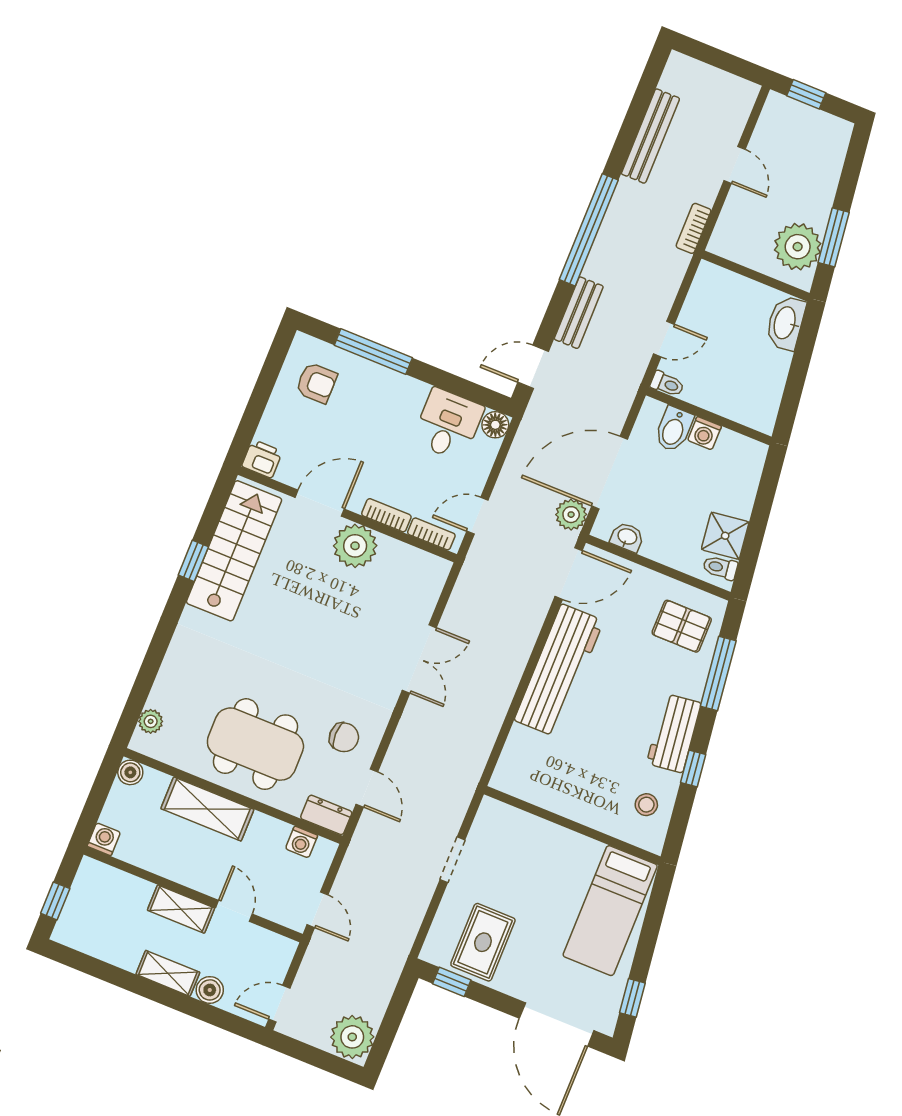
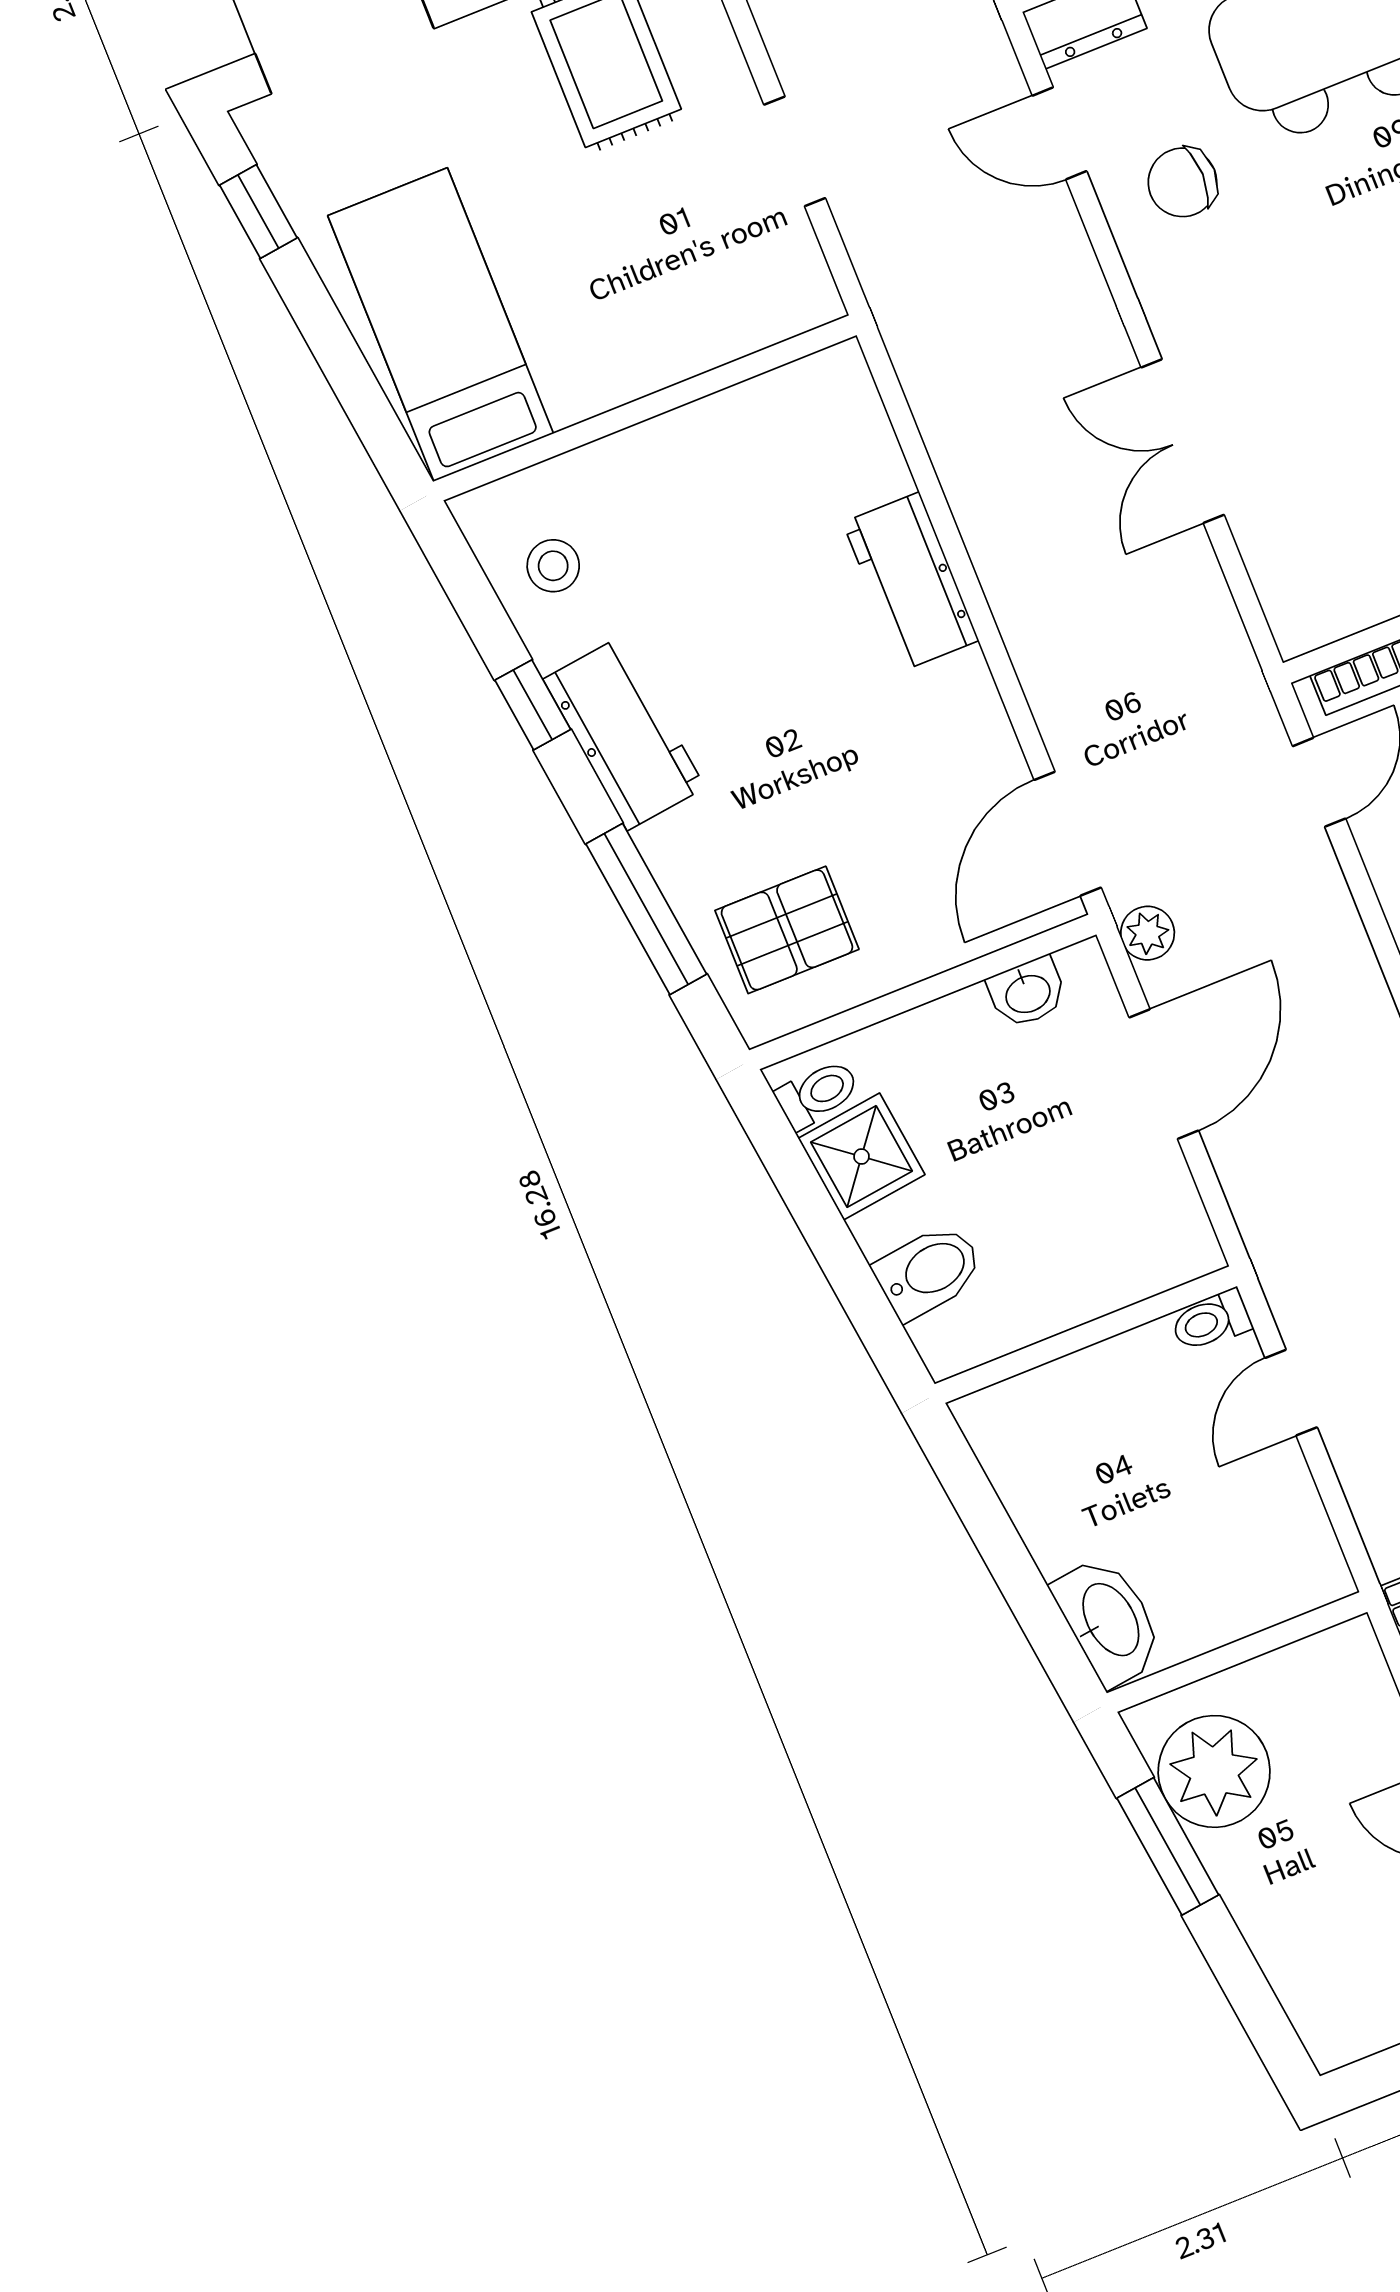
bidet: (674, 429) -> (929, 1271), moved, turned 83
washing machine: (704, 433) -> (1066, 1298), removed
door: (610, 473) -> (1164, 1074), width x0.73
plant: (571, 515) -> (1148, 933), width x0.73, depth x0.73
workbench: (559, 670) -> (911, 581), width x0.53, depth x0.76

